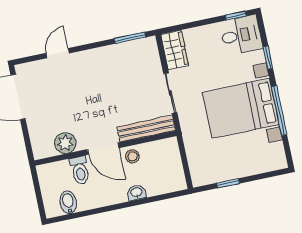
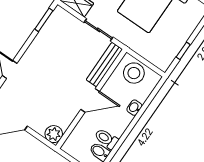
plant: (65, 143) -> (54, 134), moved
stool: (132, 156) -> (134, 73), moved, width x1.89, depth x1.89
toilet: (80, 170) -> (106, 139), moved, turned 180

